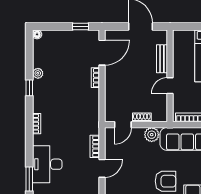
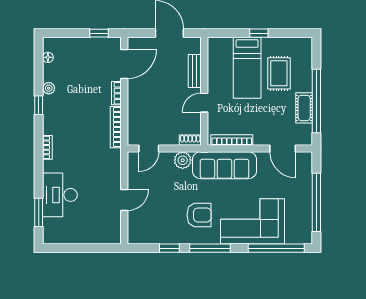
floor lamp: (37, 34) -> (48, 57), moved
shoe rack: (142, 117) -> (190, 140), moved
bookcase: (95, 146) -> (116, 127), moved, width x1.56

